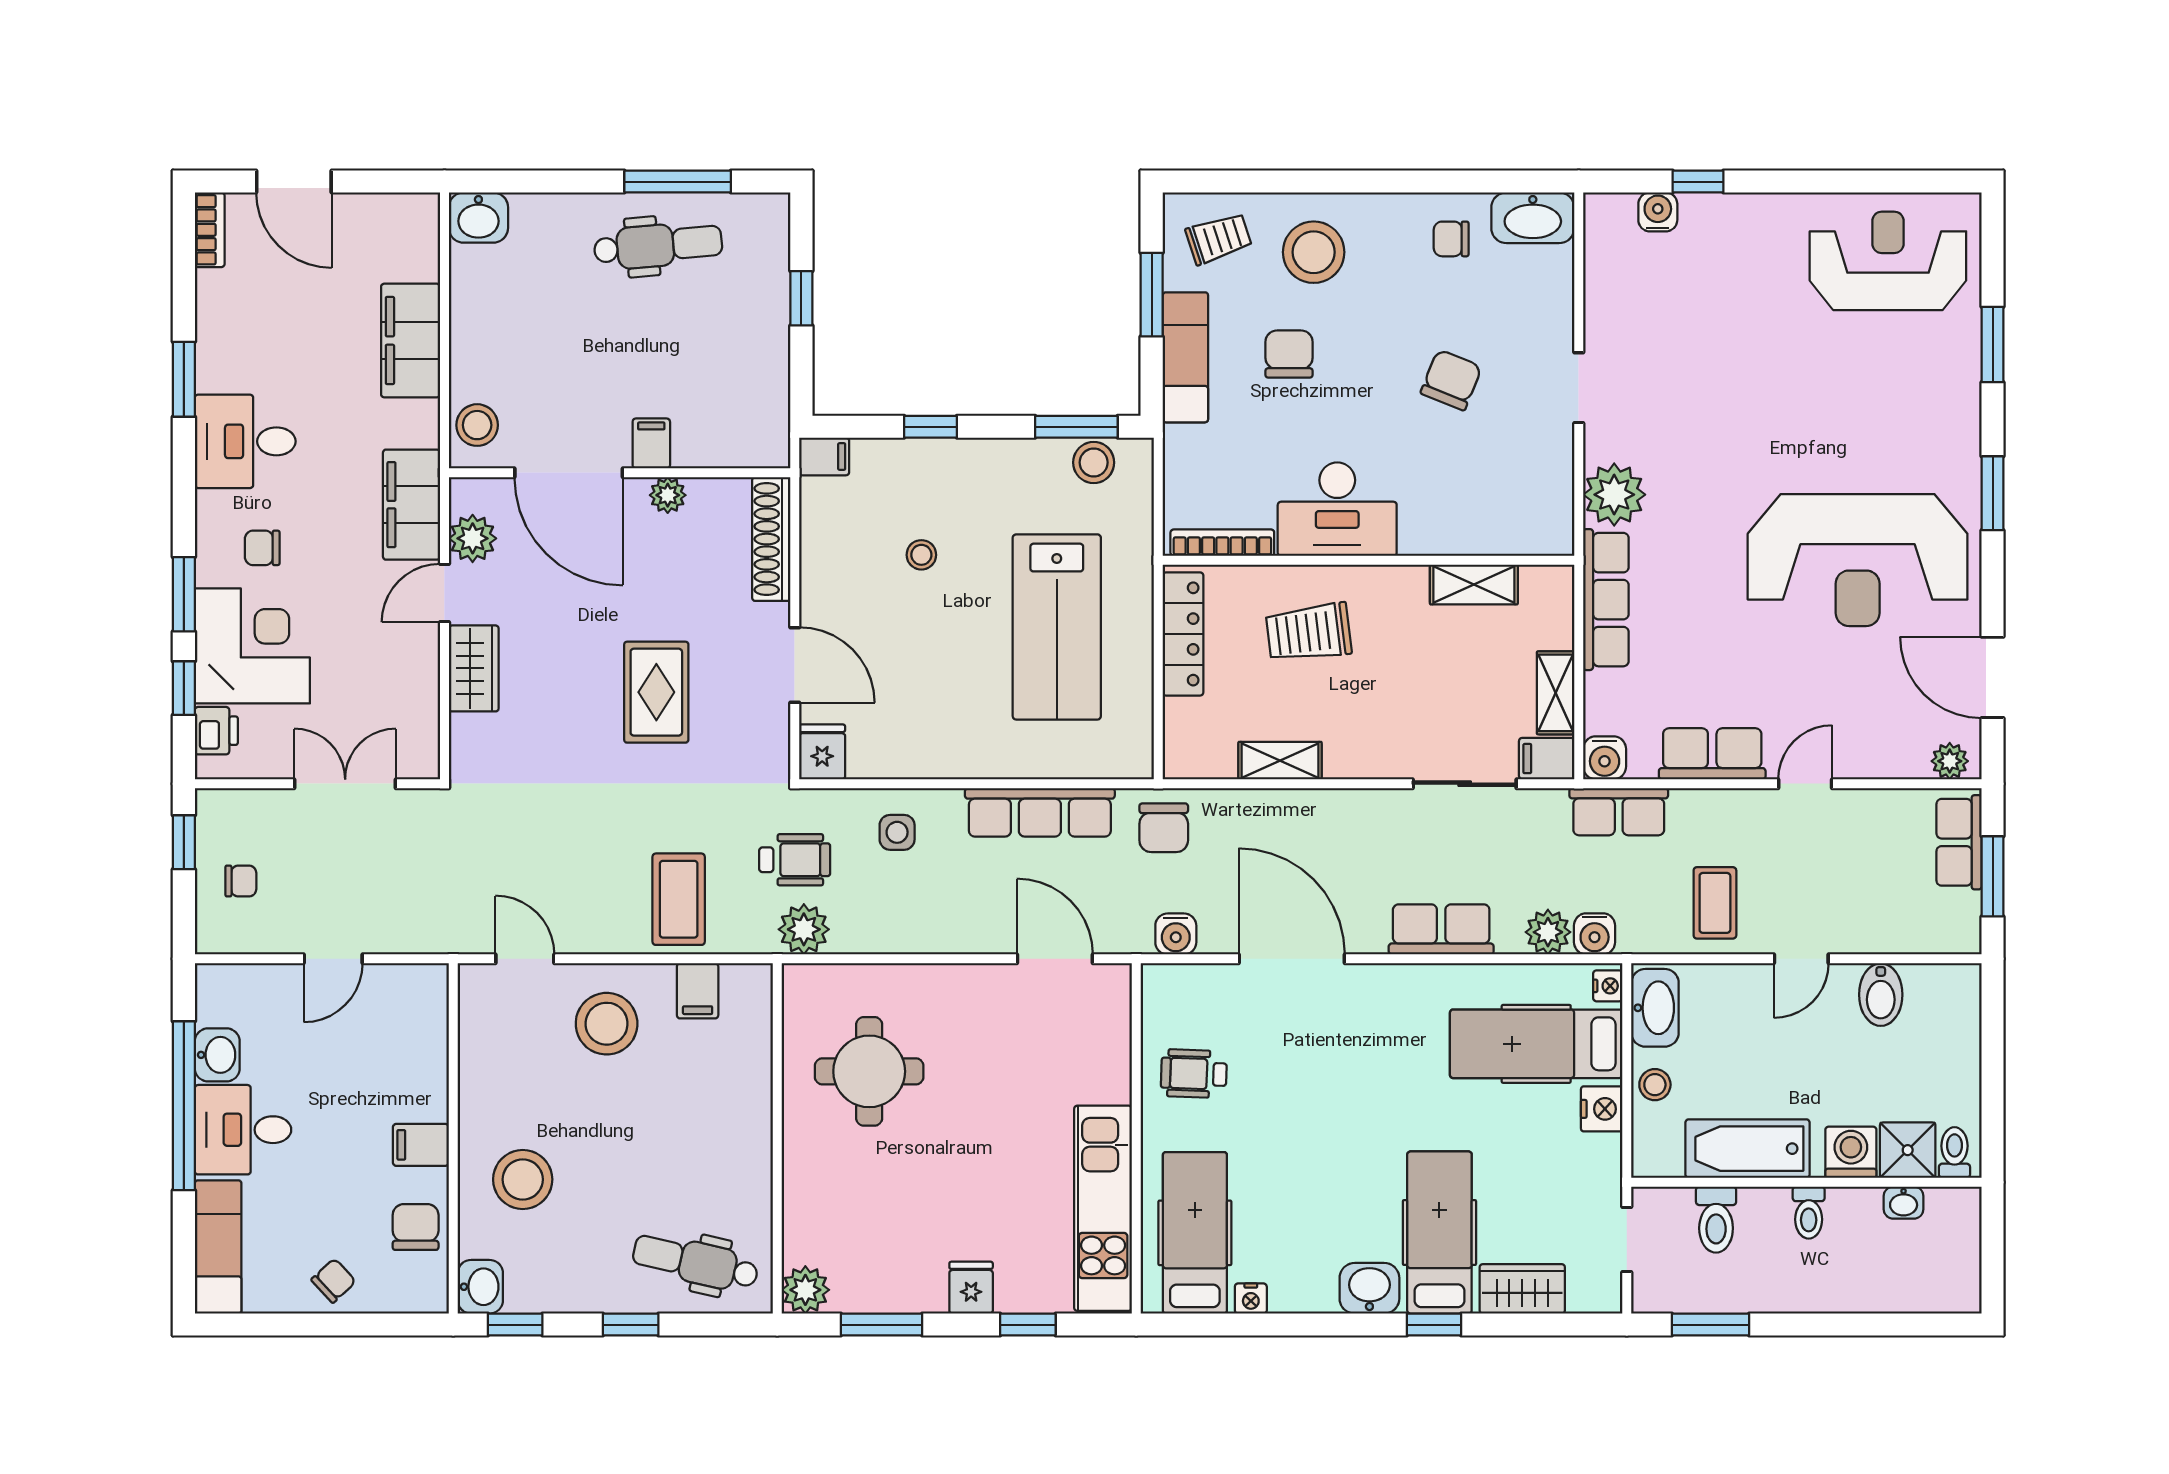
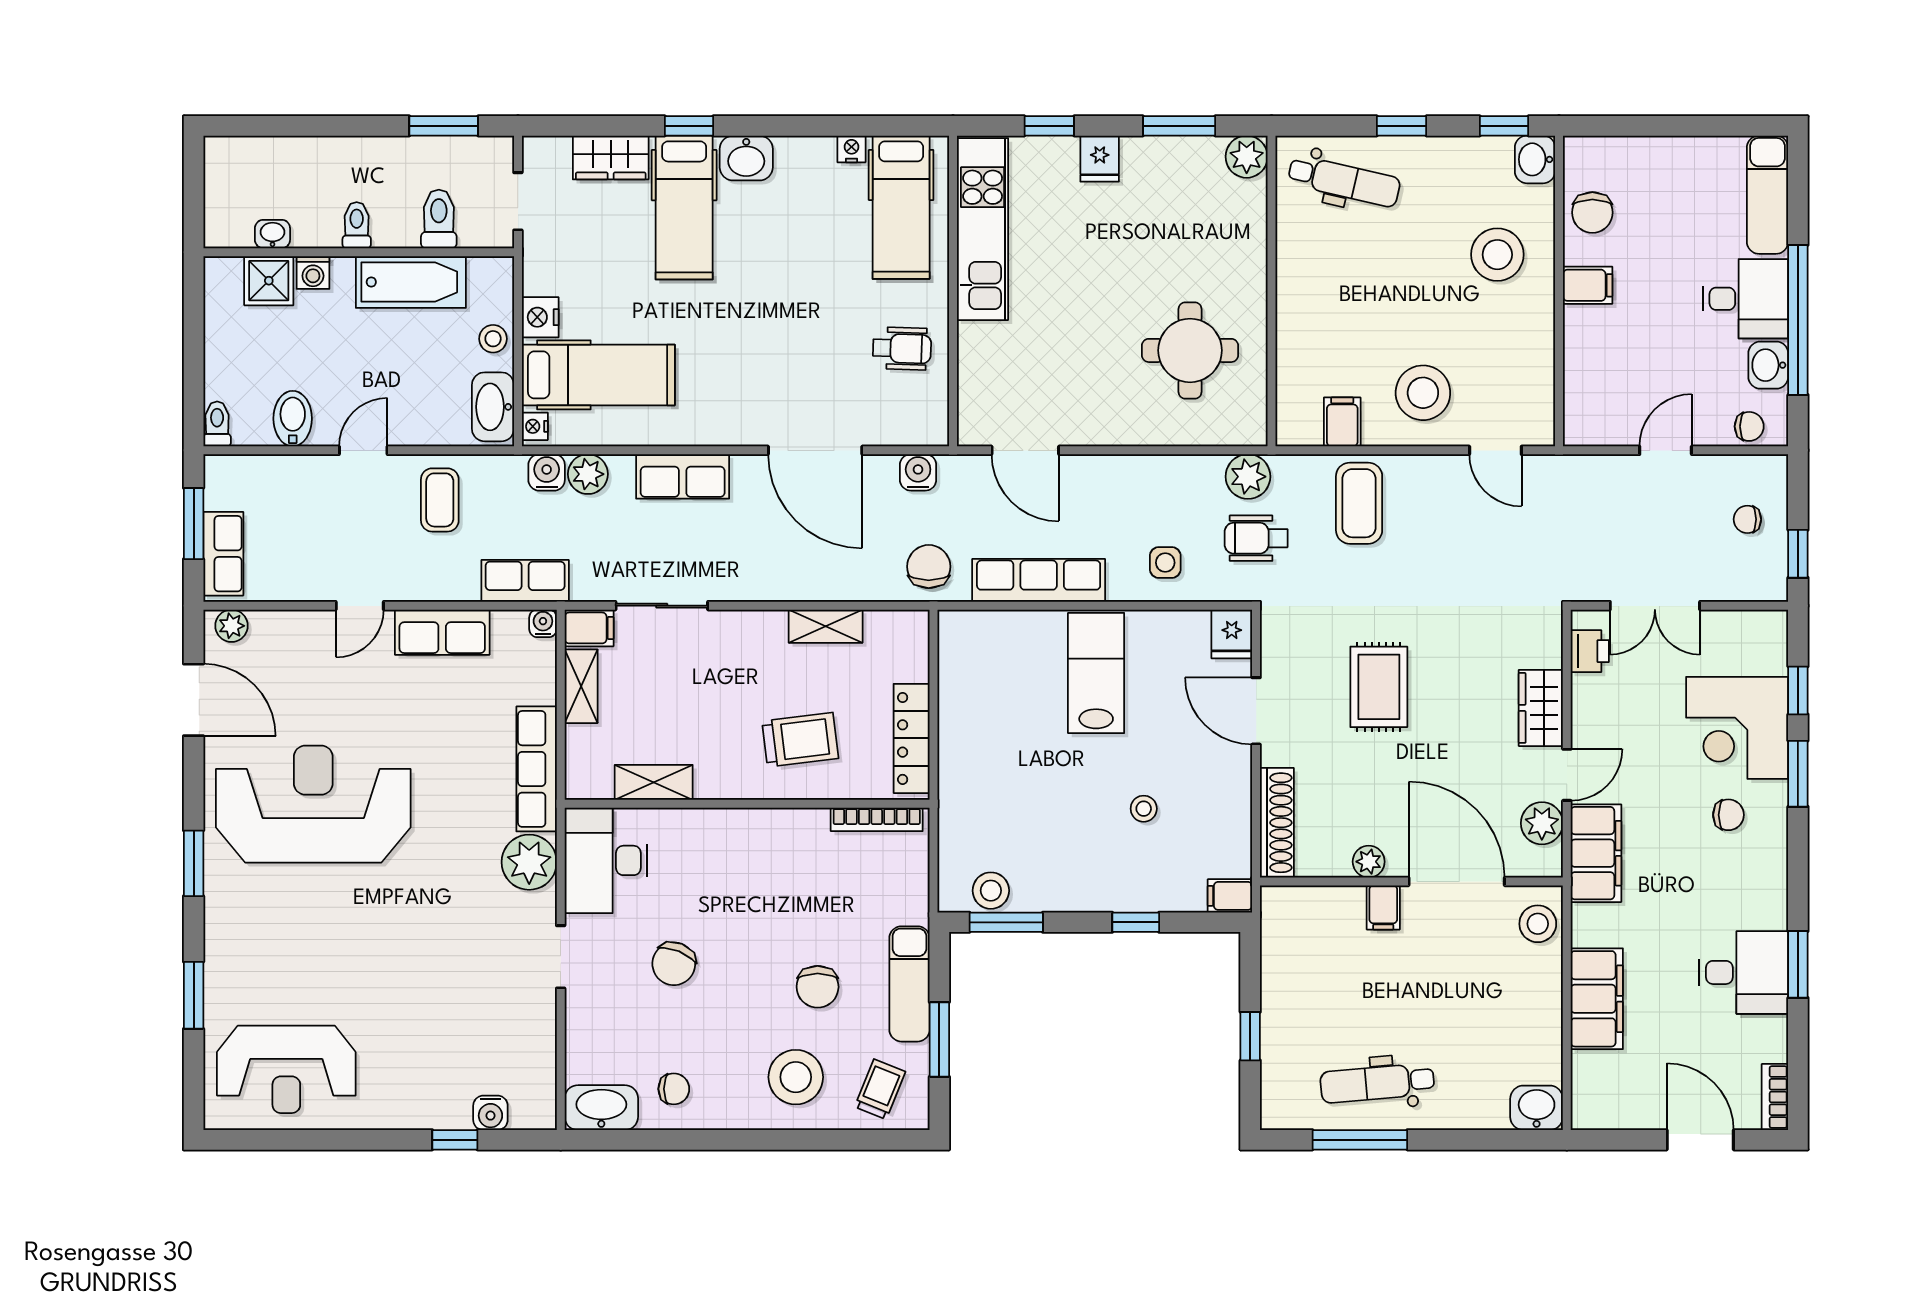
trolley: (1219, 238) -> (880, 1089), turned 130
desk: (245, 441) -> (1744, 972), moved
desk: (1337, 509) -> (606, 860), moved, turned -90
lab bench: (1057, 627) -> (1096, 673), moved, width x0.73, depth x0.72
printer: (216, 731) -> (1590, 651), moved, turned 180
water cooler: (1605, 758) -> (543, 623), width x0.72, depth x0.72
washing machine: (1851, 1152) -> (313, 272), width x0.73, depth x0.73
toilet: (1954, 1153) -> (217, 424), moved, turned 180
chair: (334, 1281) -> (1749, 426), moved, turned -137

